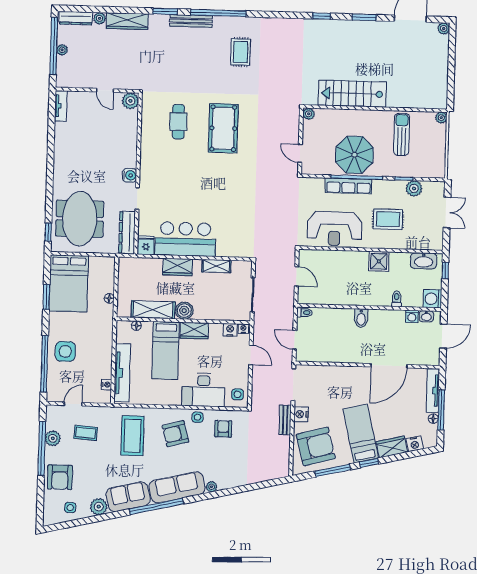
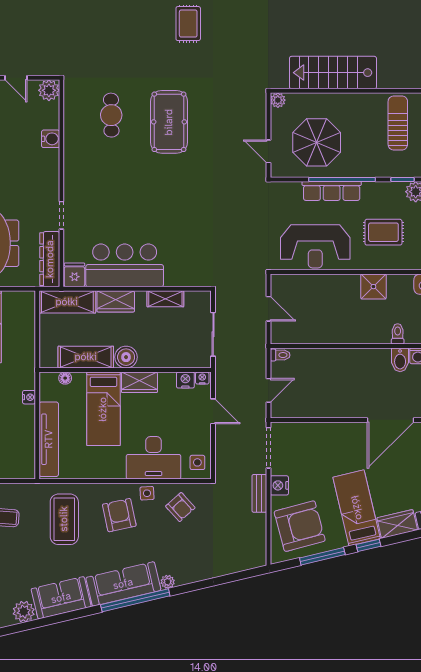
parasol: (354, 155) -> (317, 142), moved
water cooler: (130, 175) -> (51, 139), moved
shelving: (140, 266) -> (67, 302), added
floor lamp: (109, 298) -> (29, 344), removed
bidet: (361, 318) -> (400, 360), moved
door: (295, 340) -> (268, 390), swing flipped
nightstand: (106, 385) -> (29, 397), moved
armchair: (223, 429) -> (180, 507), turned 138
armchair: (175, 434) -> (119, 515), turned 93
window: (156, 506) -> (135, 600), moved

